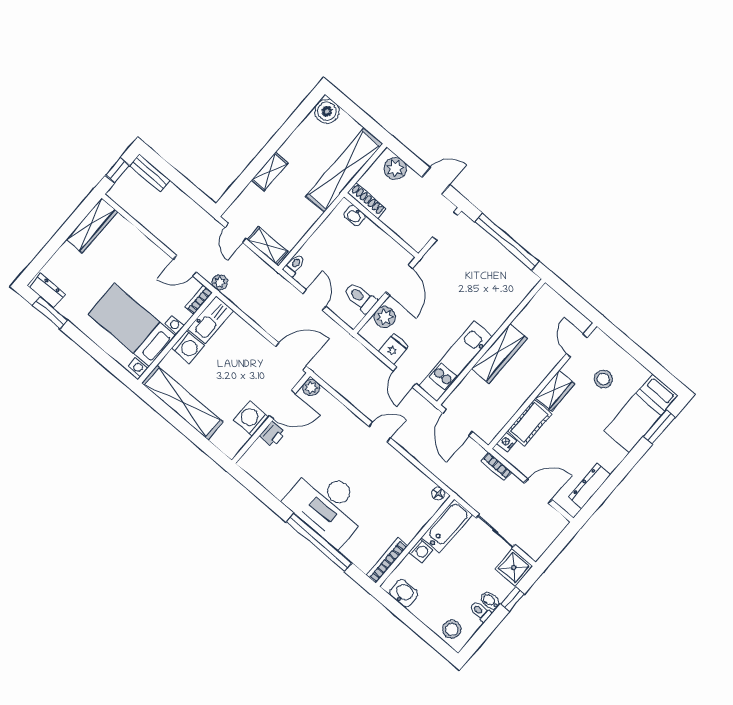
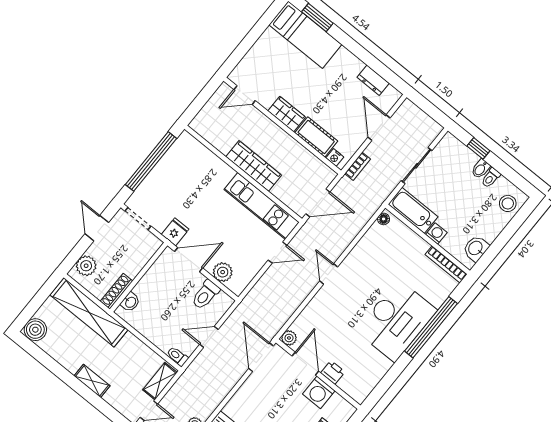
fridge: (393, 349) -> (175, 232), moved, turned 90
stool: (603, 379) -> (275, 70), removed
dresser: (590, 486) -> (373, 80), width x0.70
shower: (514, 568) -> (450, 148), removed

